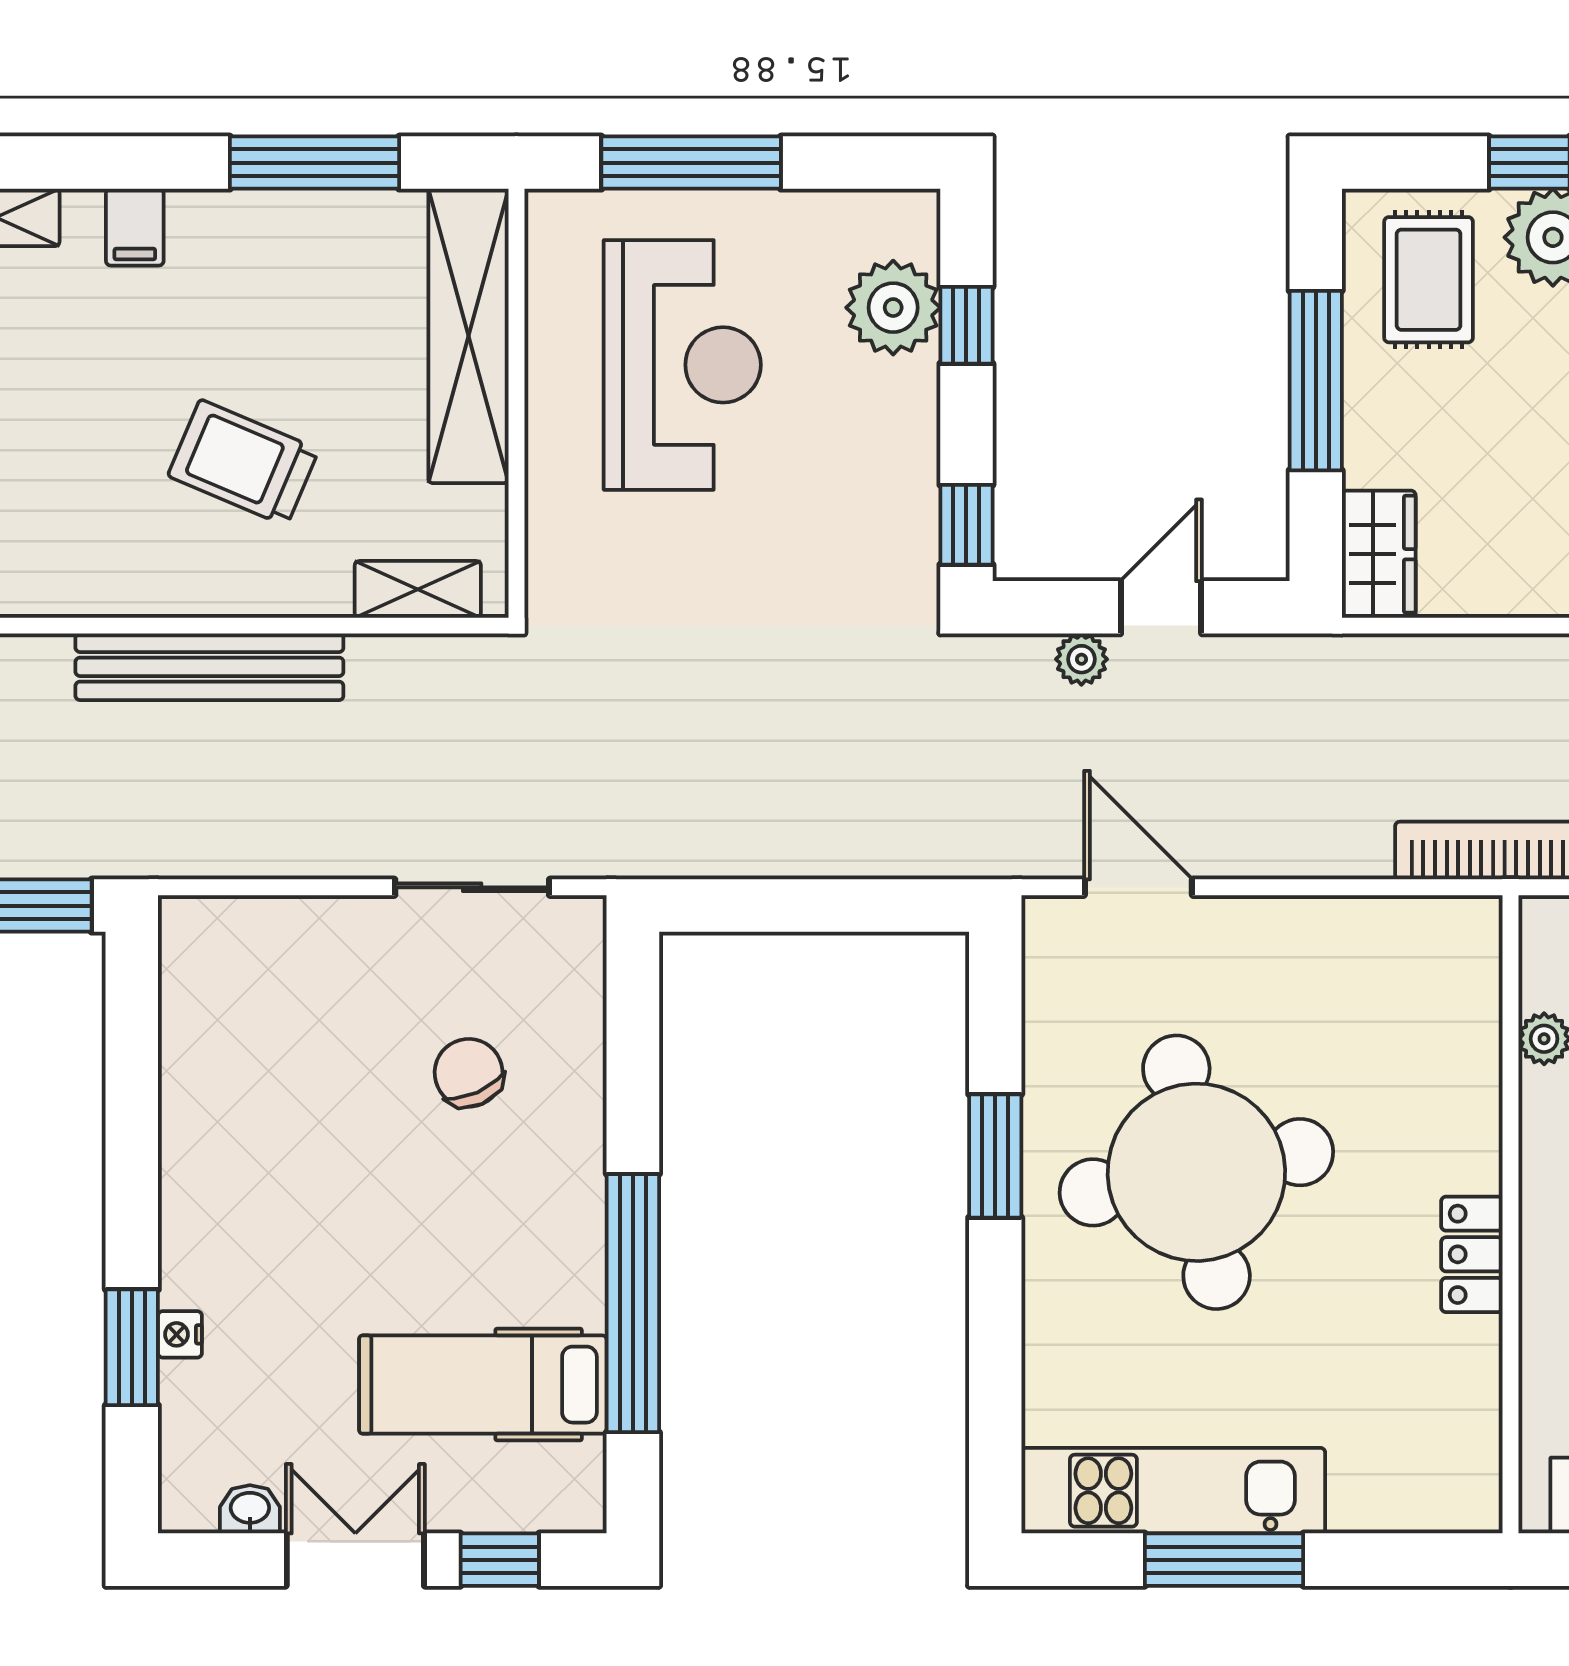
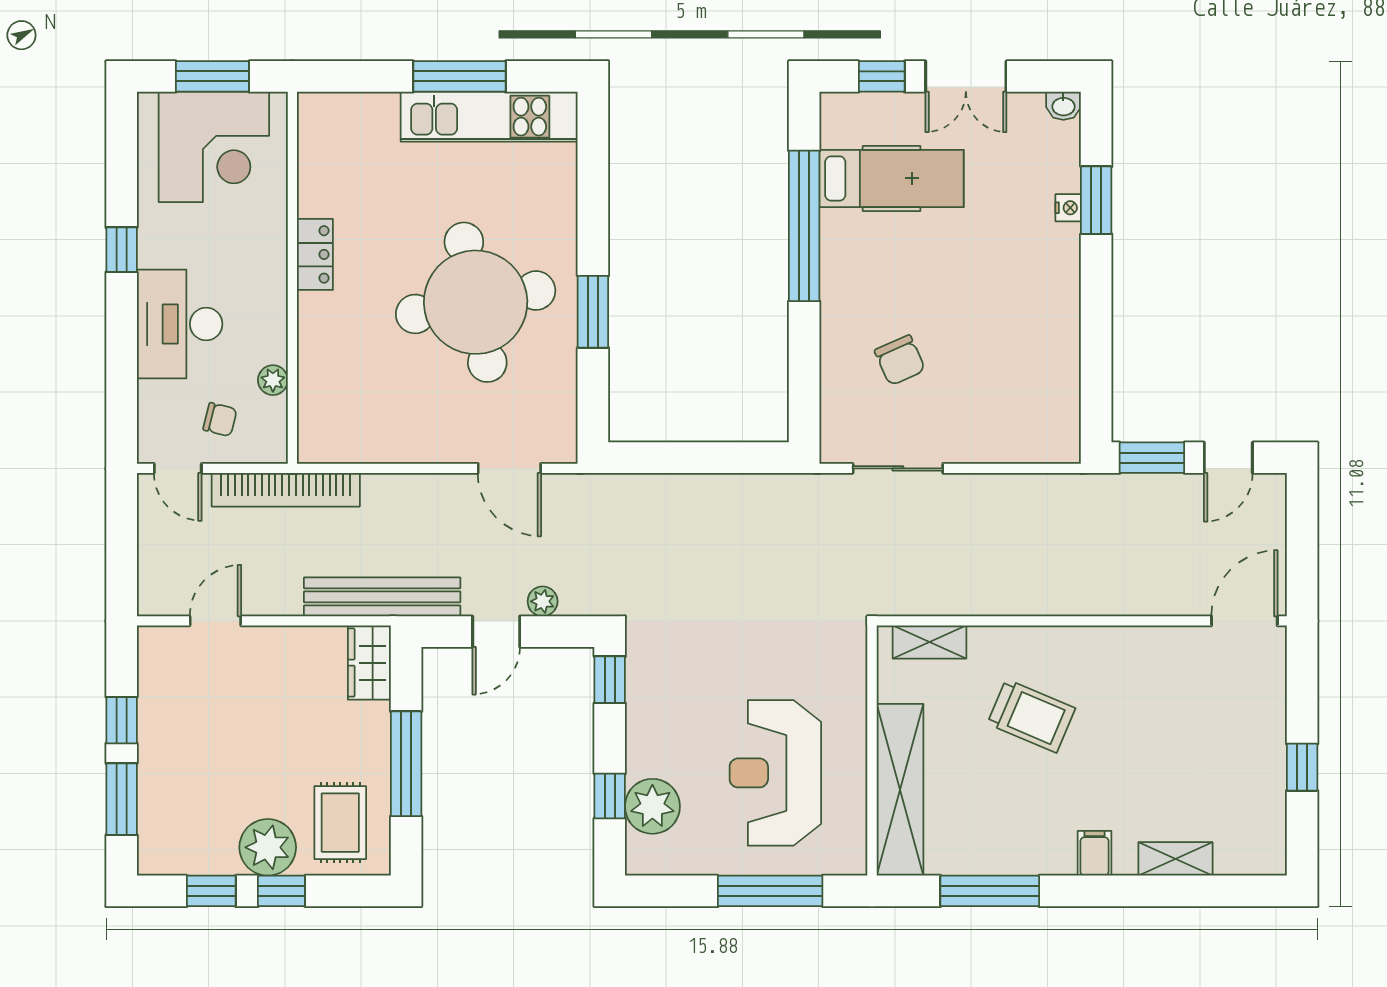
bench: (209, 667) -> (382, 597), moved
washbasin: (250, 1509) -> (1063, 106), moved

